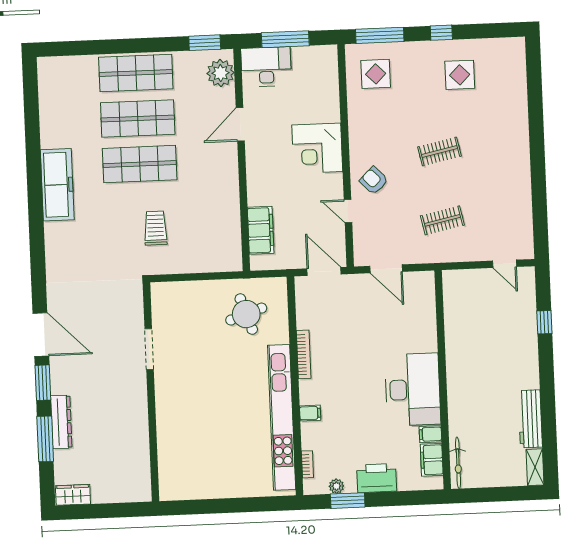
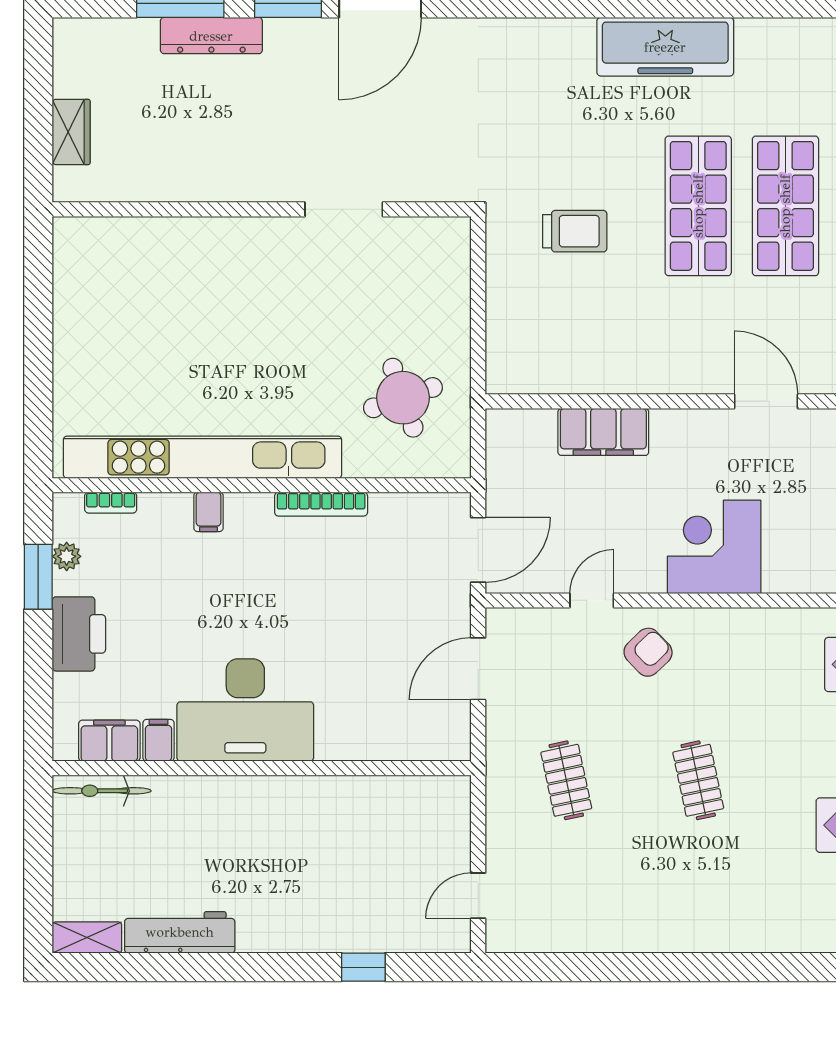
filing cabinet: (261, 230) -> (603, 432), moved
wardrobe: (73, 495) -> (71, 132), moved

